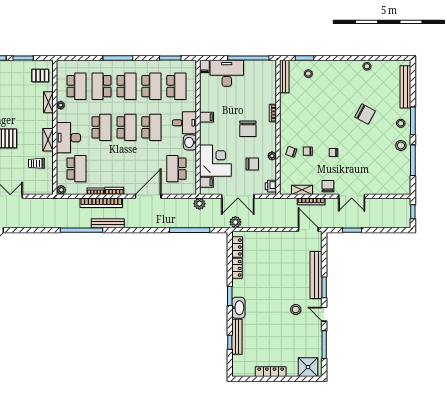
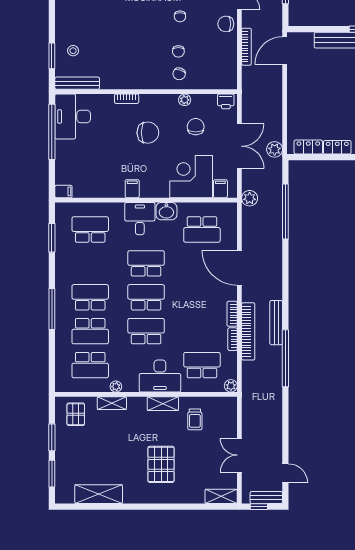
desk: (227, 73) -> (73, 116), moved
school desk: (76, 86) -> (90, 365), turned 180
school desk: (151, 86) -> (90, 263), removed
shelving: (302, 190) -> (231, 59), removed

